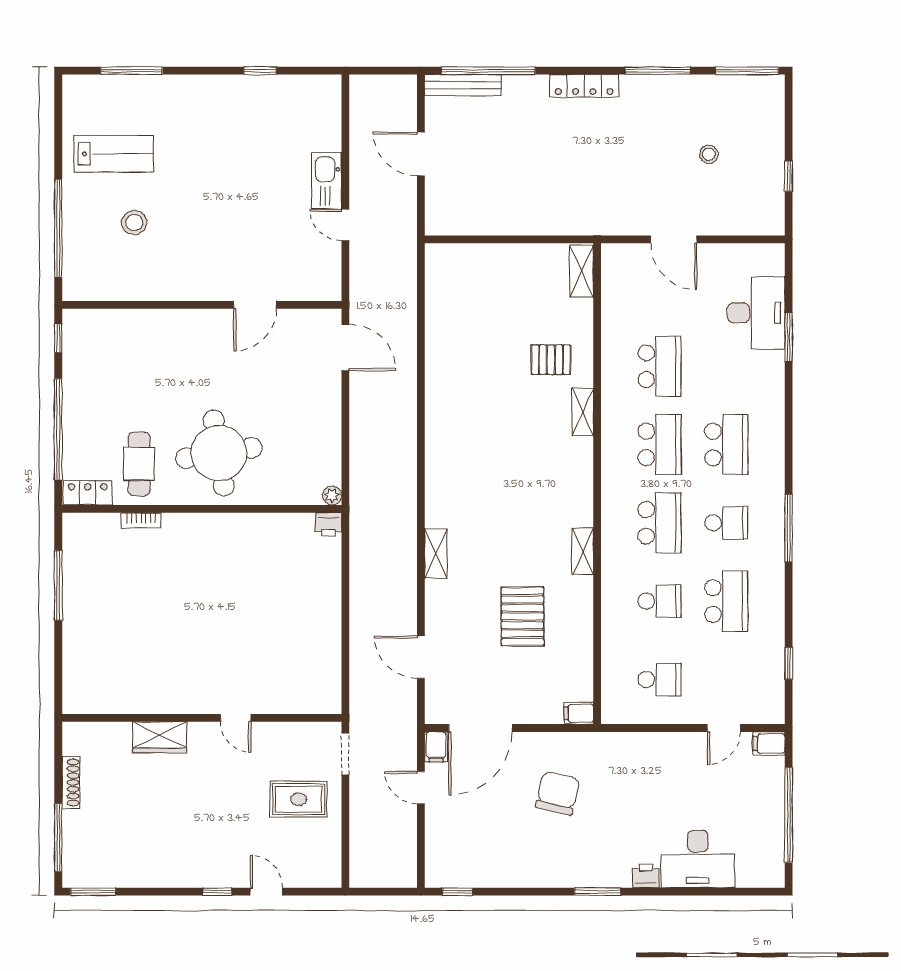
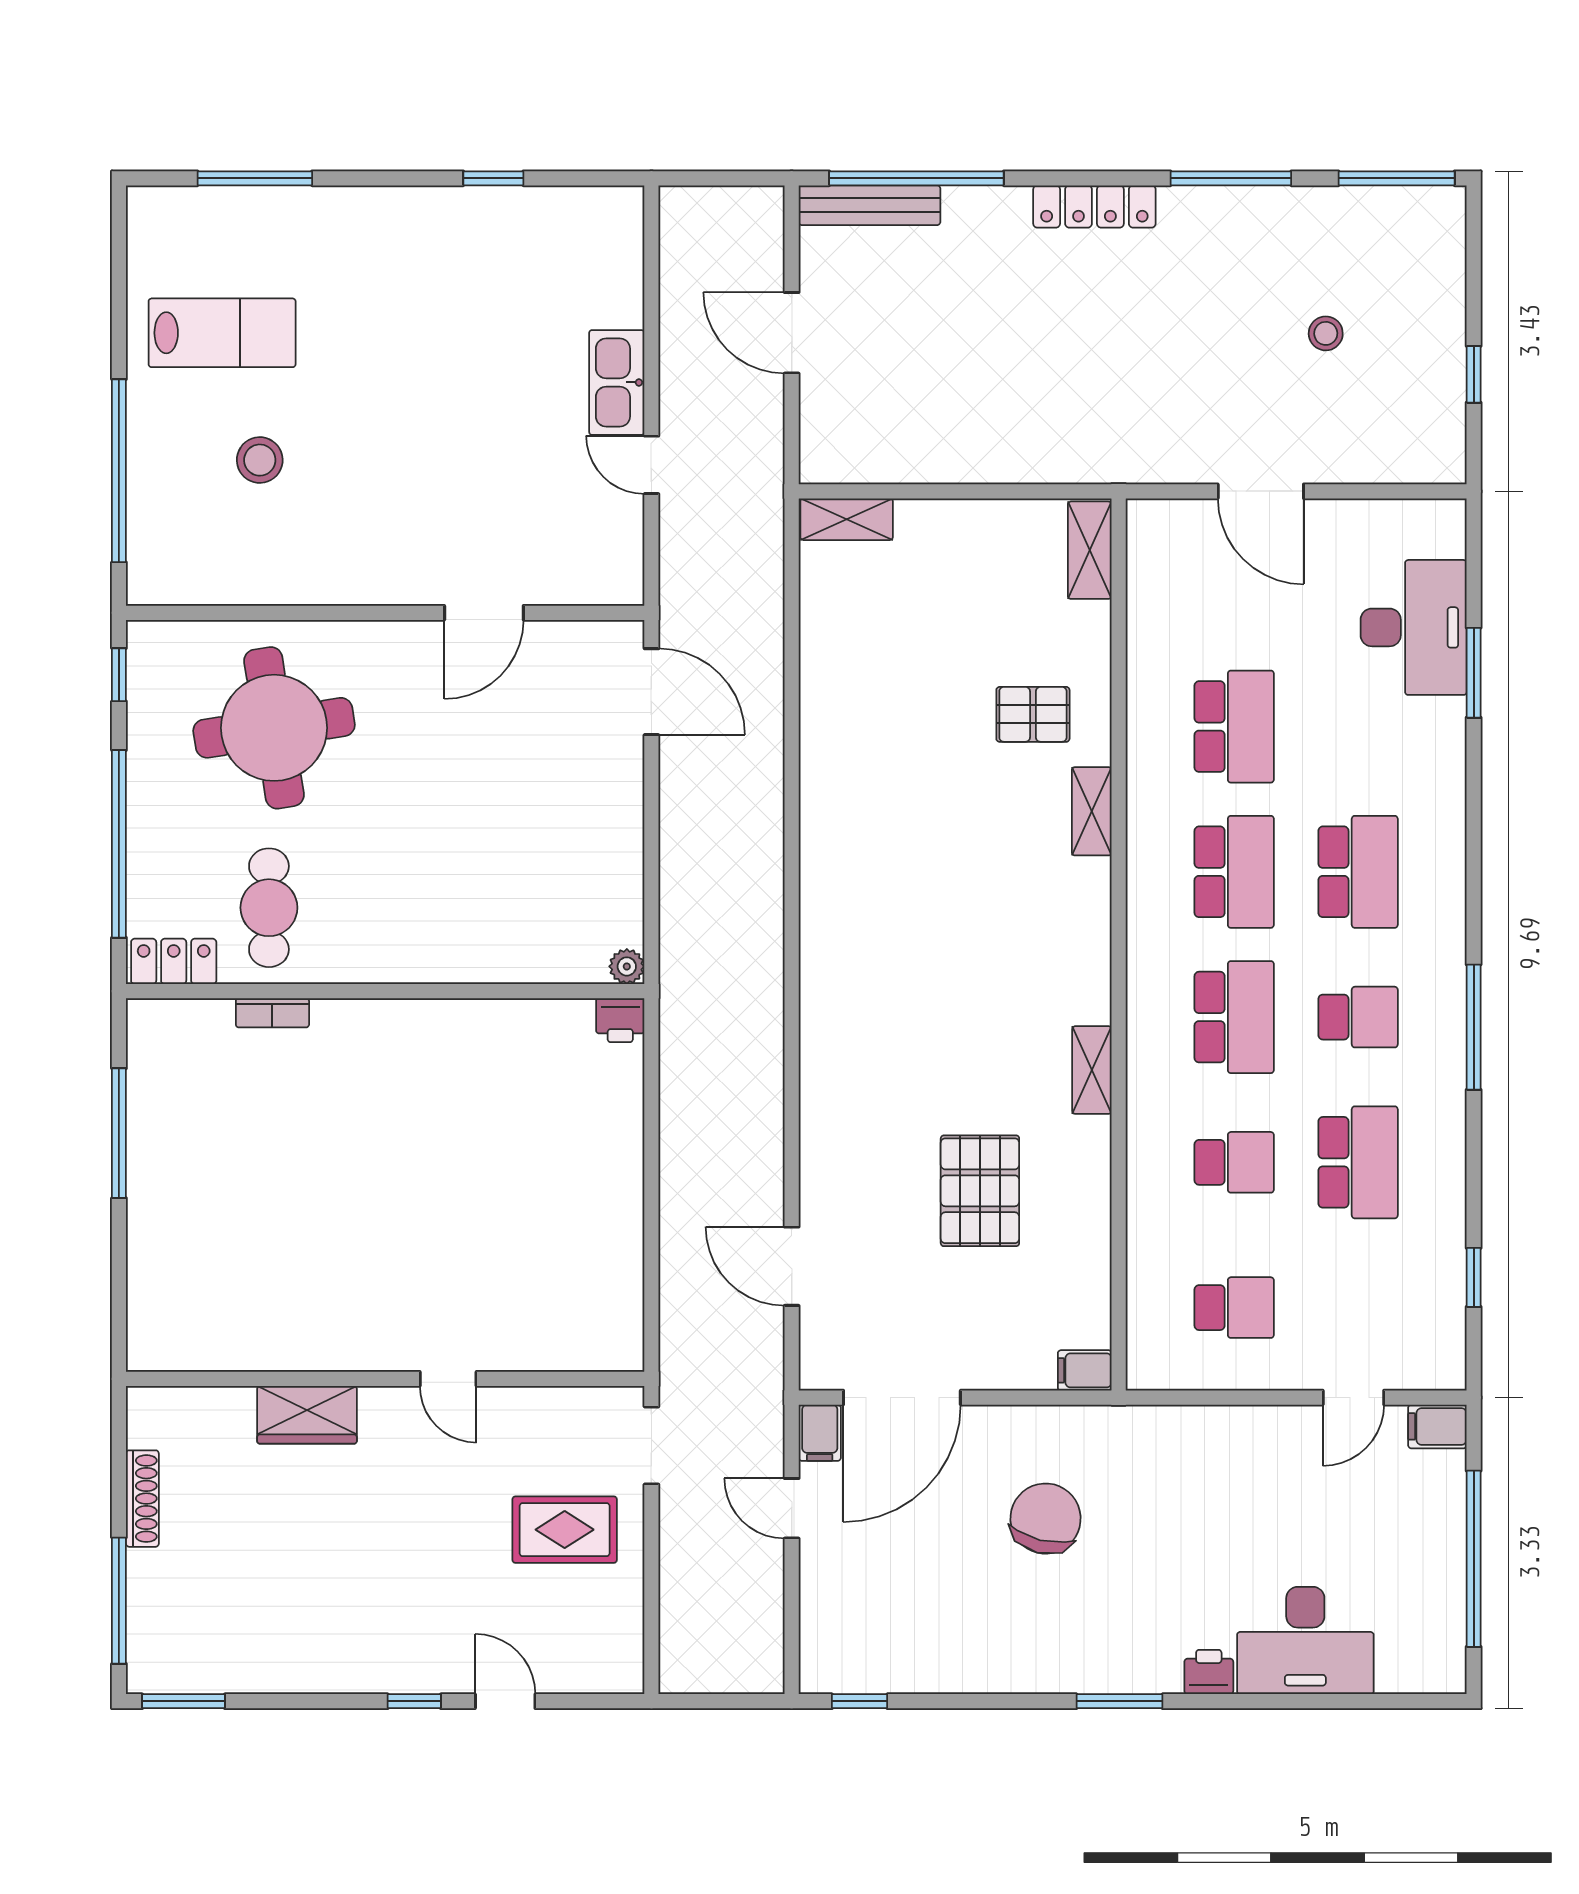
round table: (219, 453) -> (274, 728), moved
shelving: (436, 554) -> (847, 519), moved, turned 90

